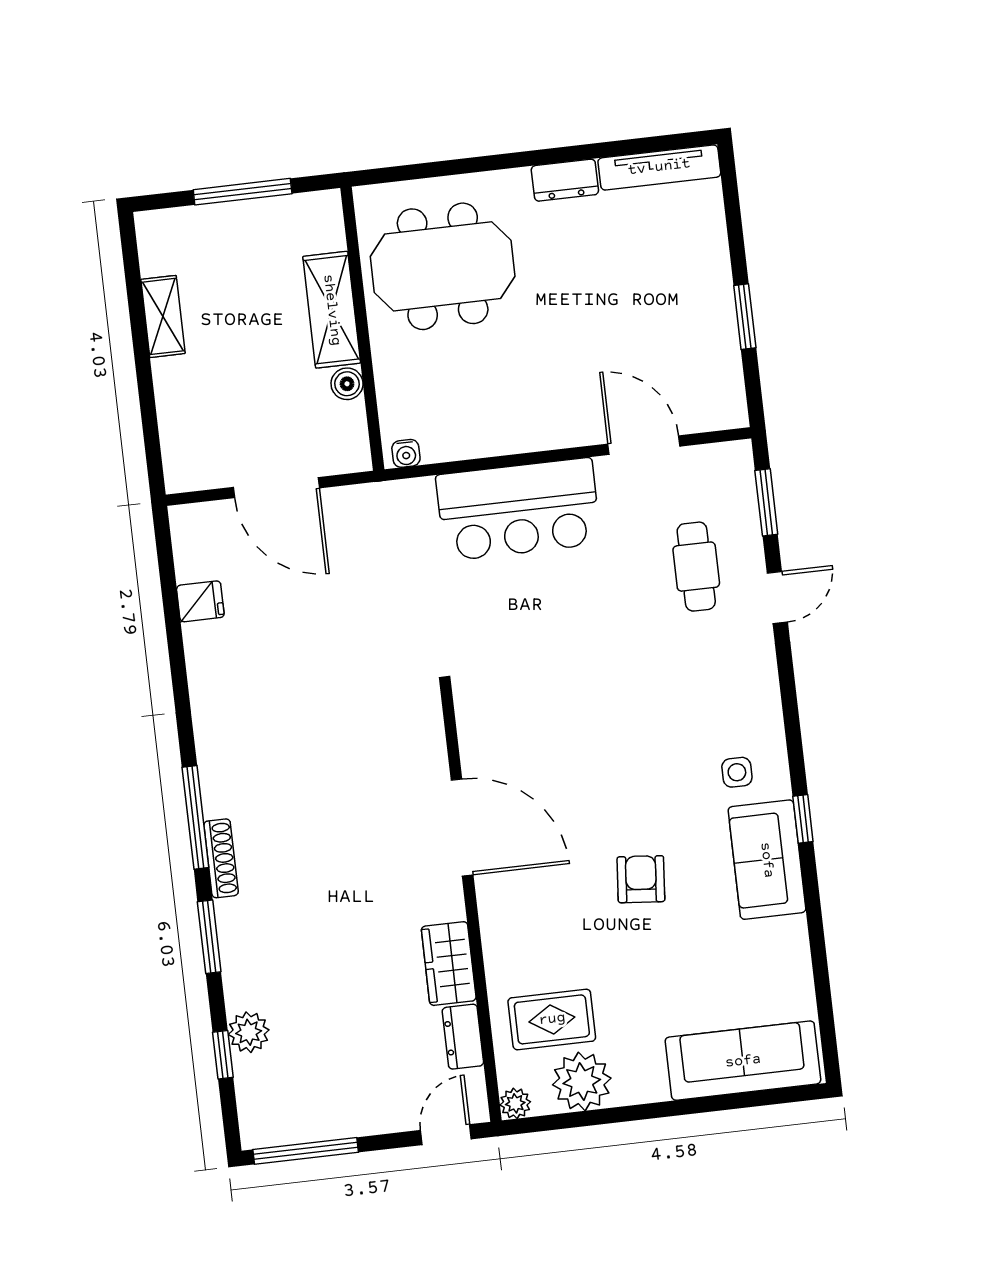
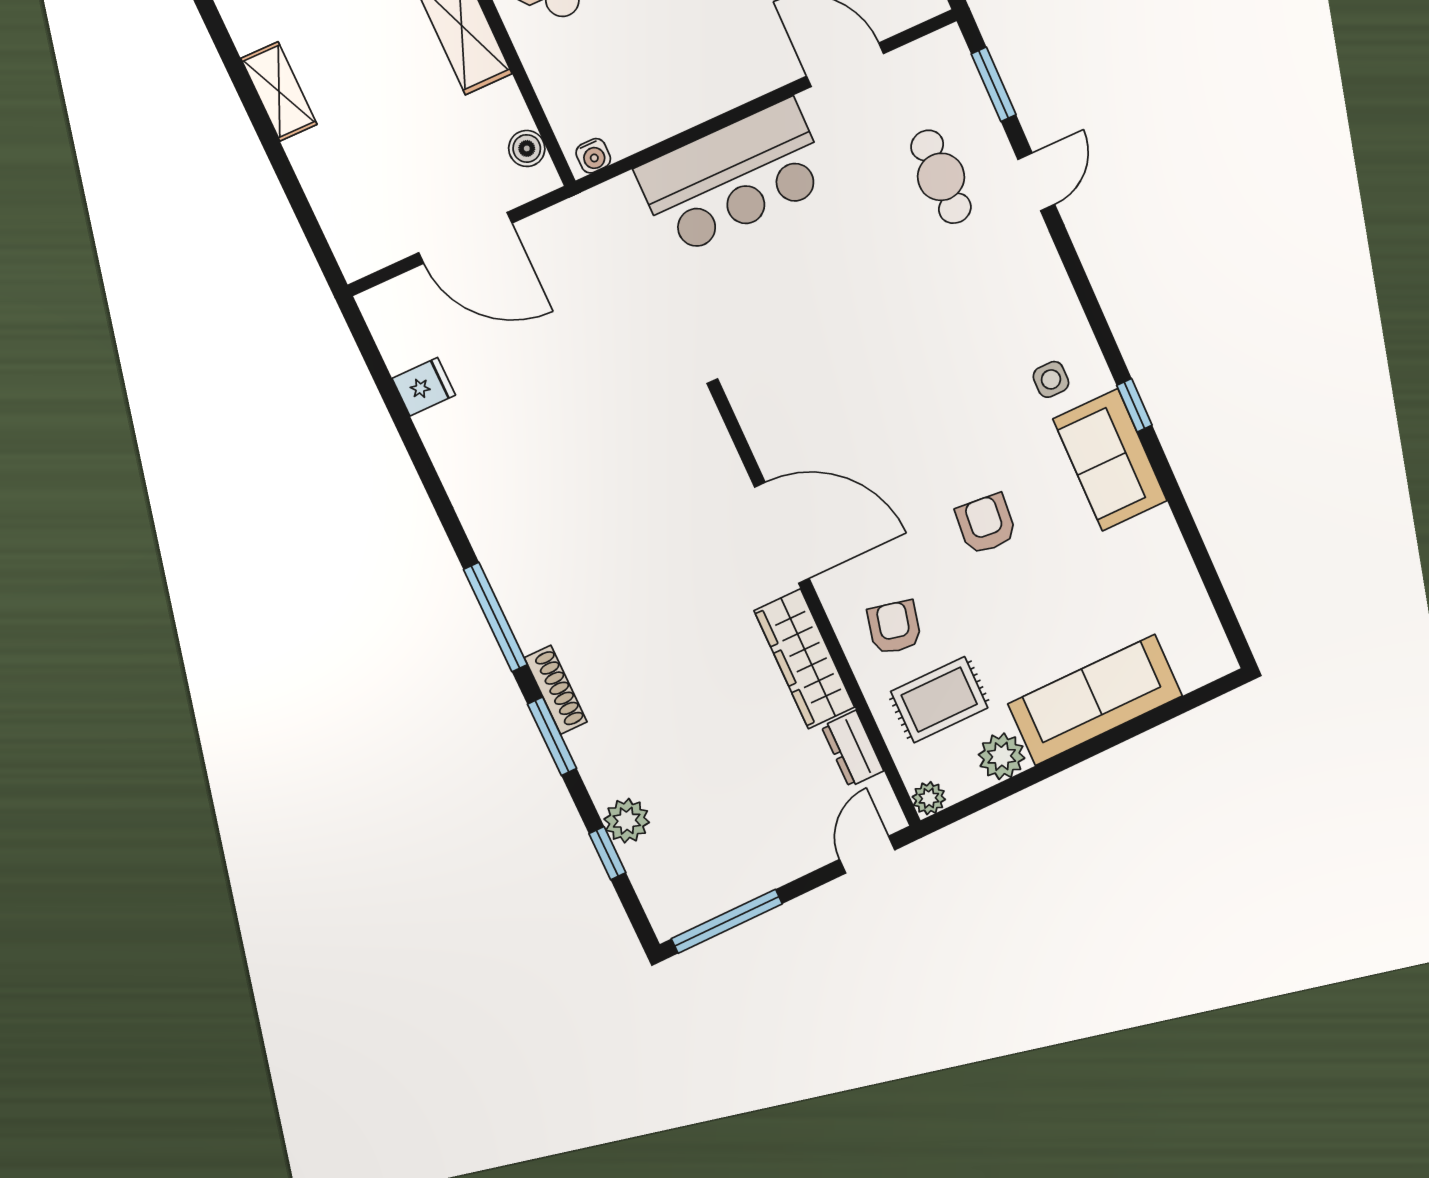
boiler: (347, 384) -> (527, 148), moved
shoe rack: (221, 858) -> (556, 690), moved
armchair: (533, 943) -> (894, 627), added
wardrobe: (449, 964) -> (804, 659), width x1.50
sofa: (743, 1061) -> (1095, 700), moved
plant: (582, 1081) -> (1002, 756), width x0.73, depth x0.73

